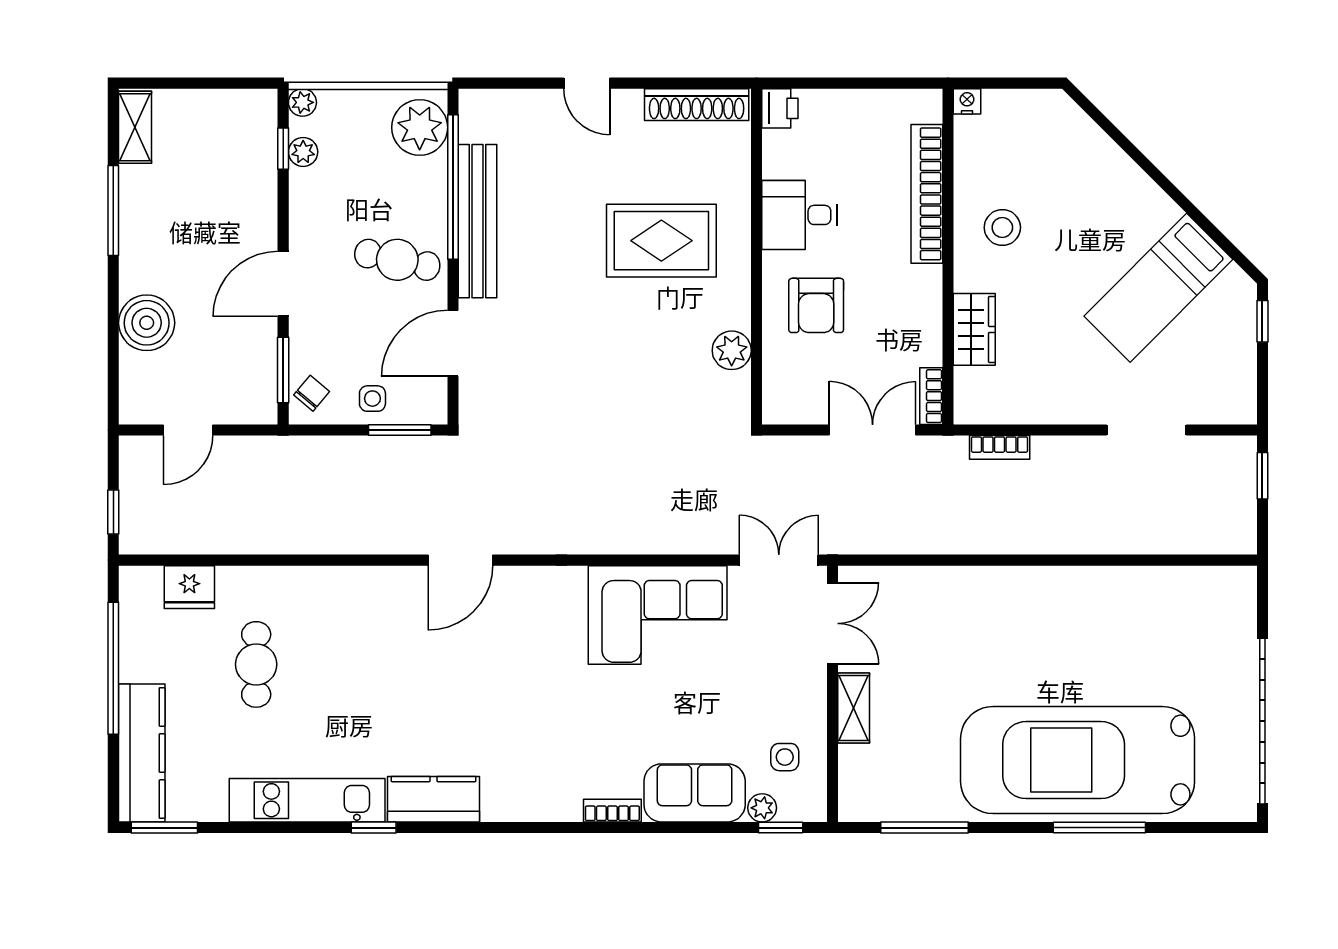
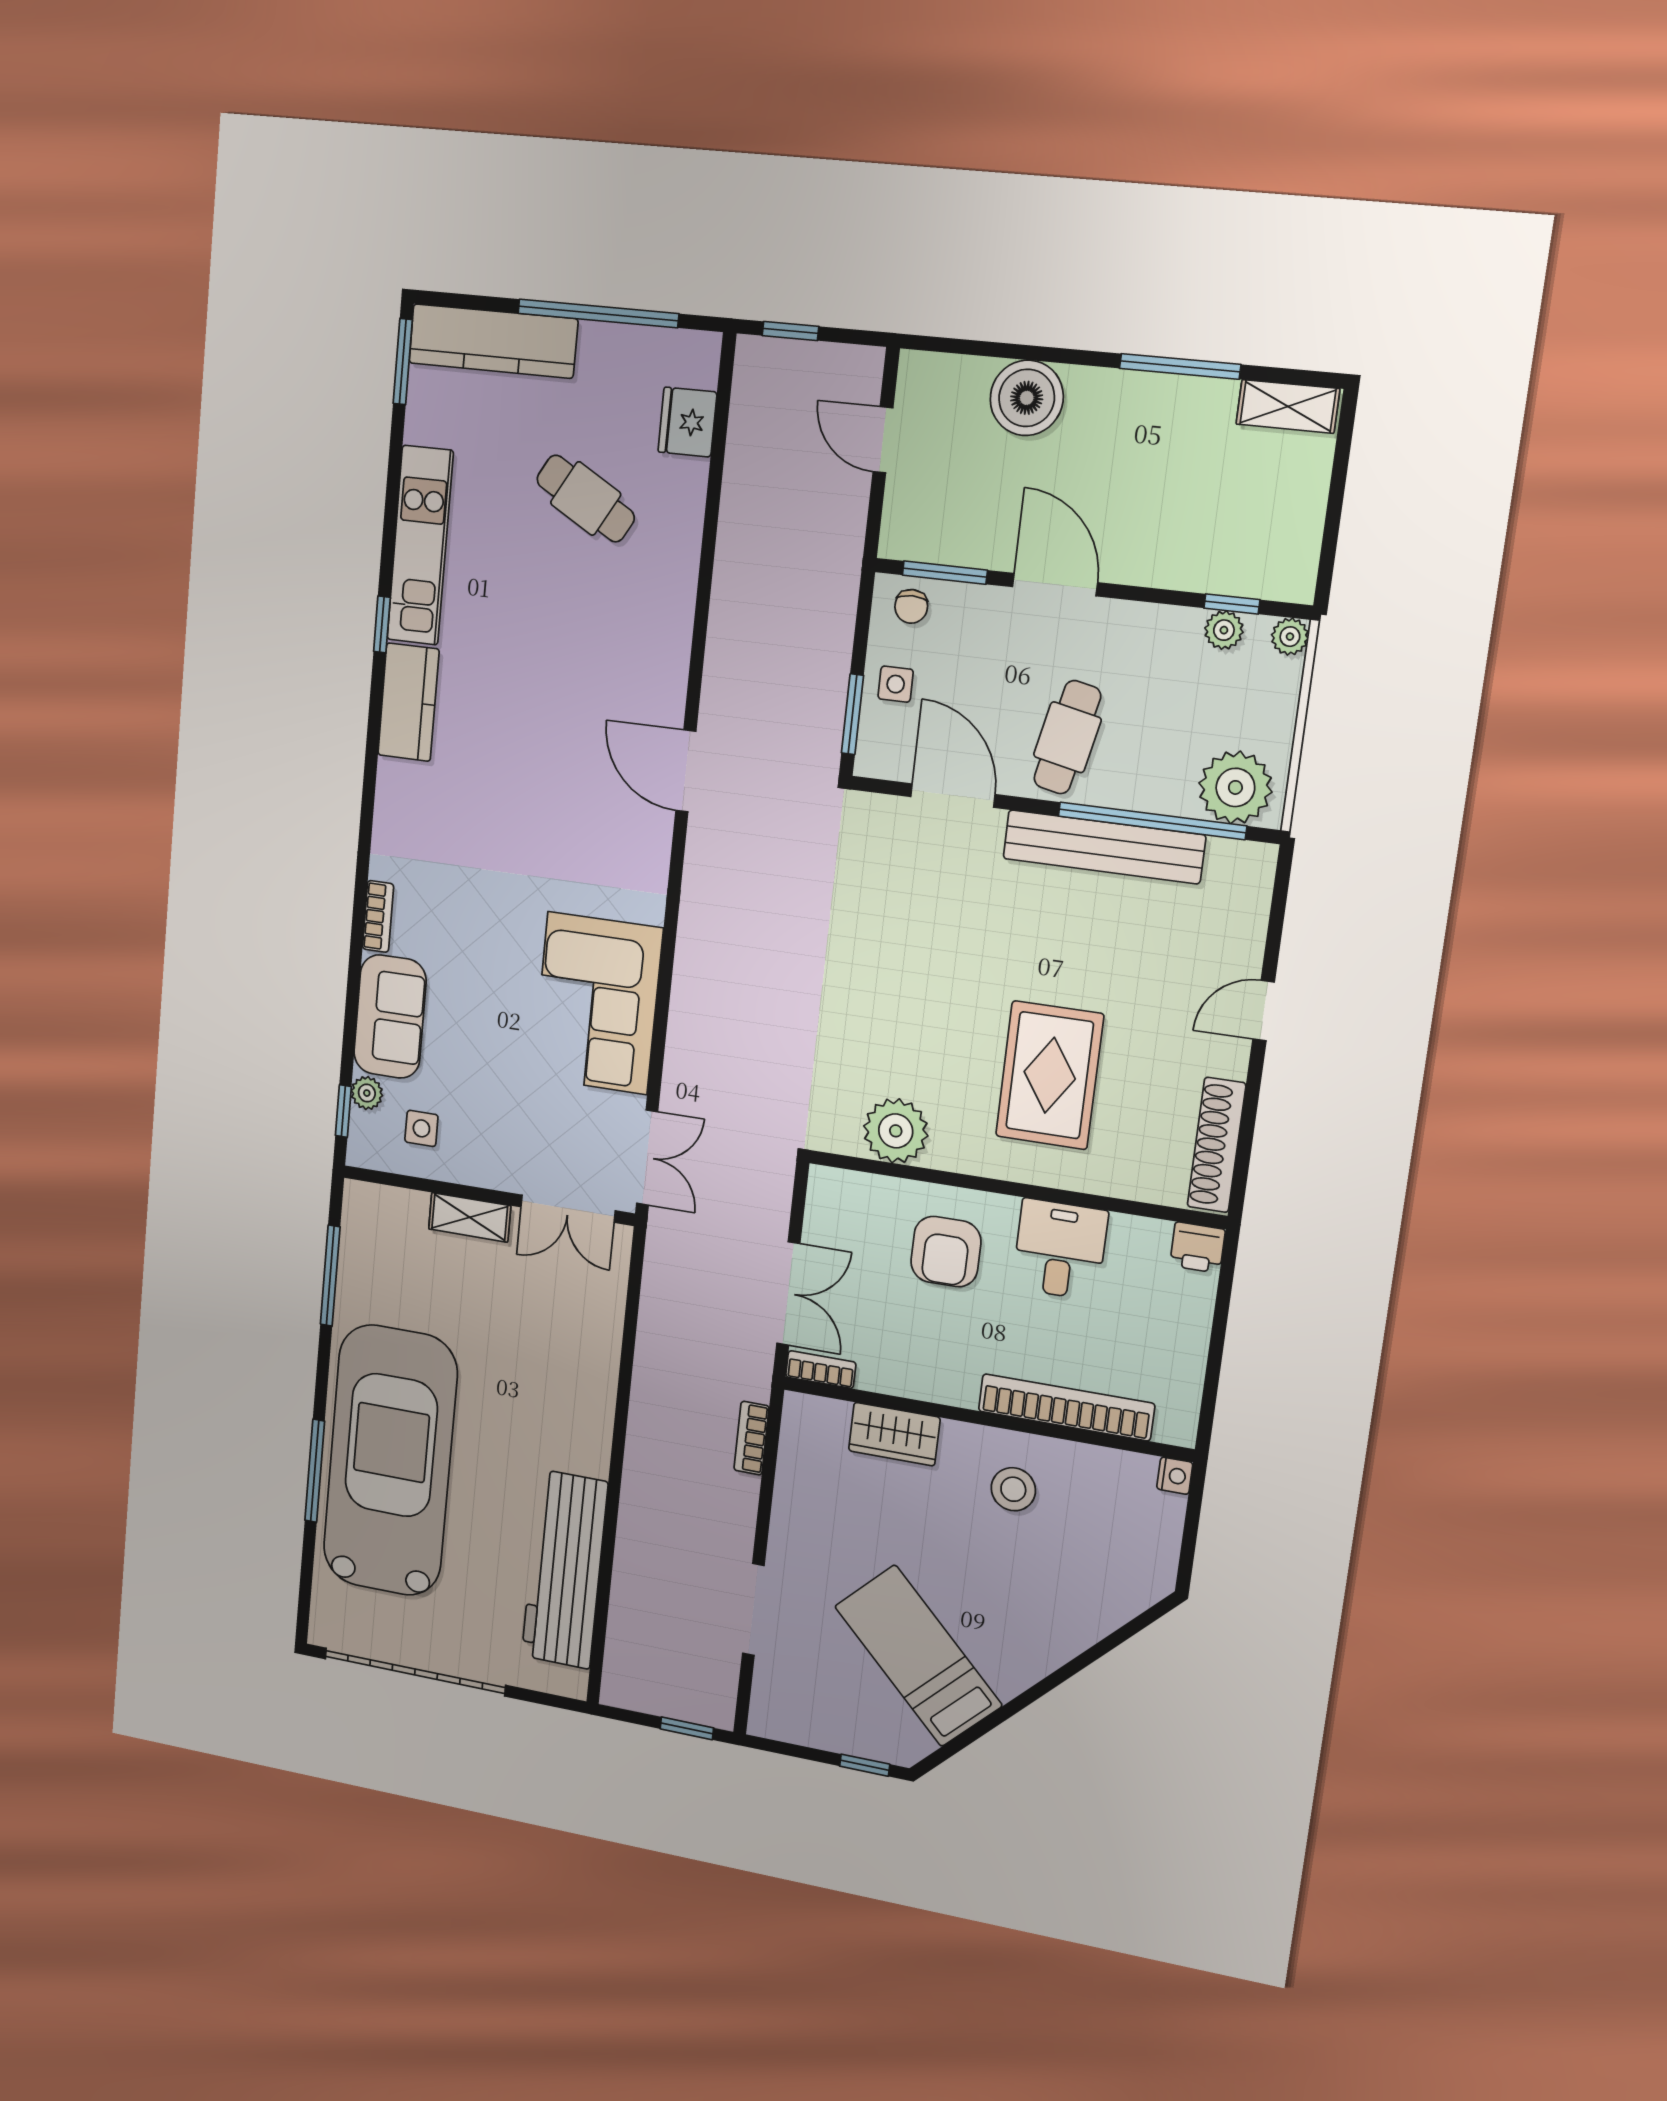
armchair: (816, 305) -> (946, 1252), turned -90
plant: (732, 350) -> (896, 1131), width x1.36, depth x1.36
chair: (312, 393) -> (911, 606), turned 50
workbench: (1144, 596) -> (565, 1569), added
cafe table: (256, 664) -> (586, 499), turned 30

